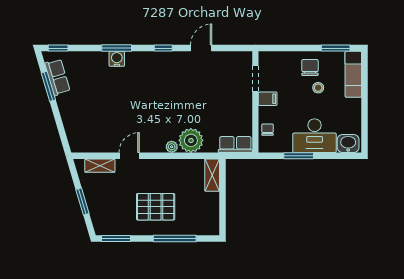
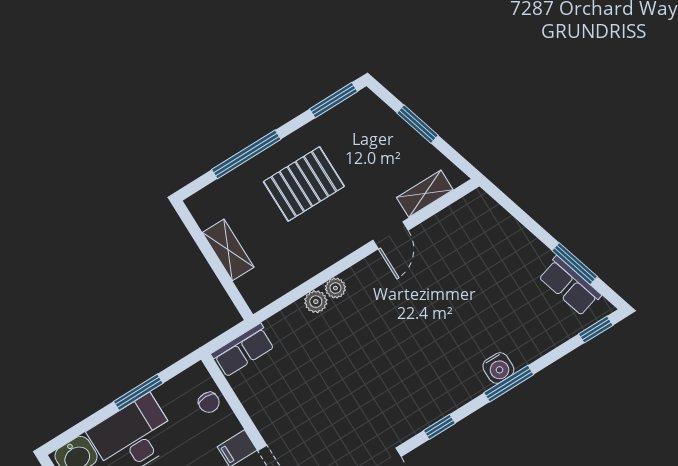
plant: (191, 140) -> (316, 302), width x0.53, depth x0.53
shelving: (212, 175) -> (228, 250), moved

